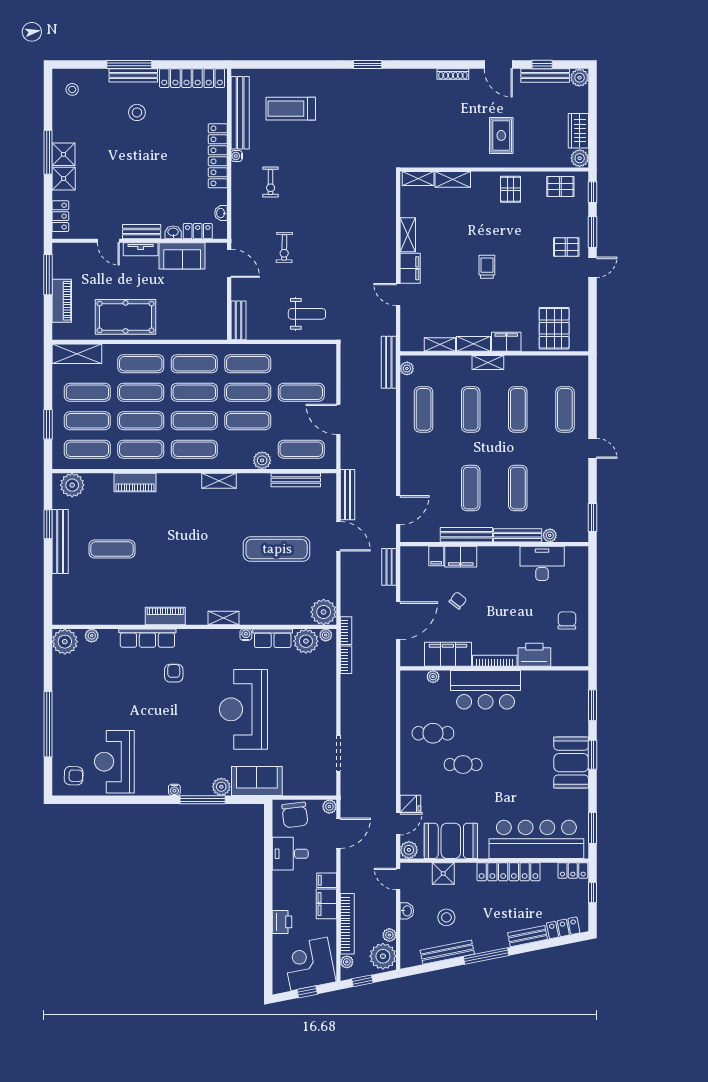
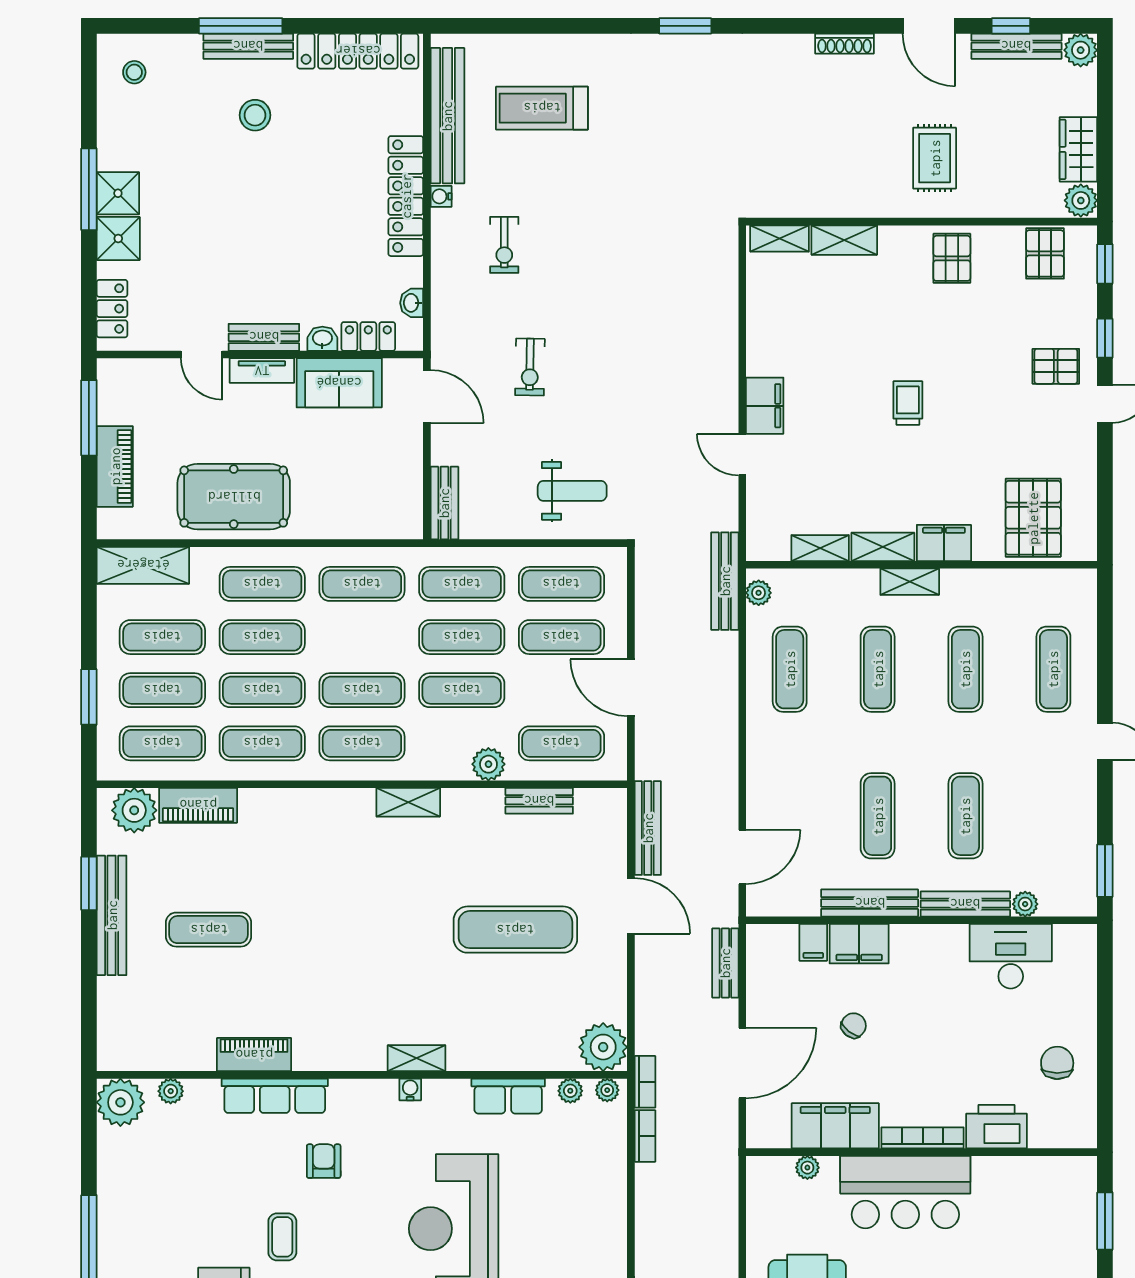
pallet: (560, 187) -> (1045, 253), turned 90
window: (593, 232) -> (1105, 338), width x0.67
shelving: (408, 235) -> (760, 343), removed
exercise mat: (194, 392) -> (561, 584), moved
bench: (296, 480) -> (539, 801), width x0.73
piano: (135, 482) -> (198, 805), moved
piano: (165, 616) -> (254, 1055), moved
water cooler: (246, 635) -> (410, 1089), moved
plant: (306, 641) -> (570, 1091), width x0.53, depth x0.53
coffee table: (152, 714) -> (282, 1237), added

